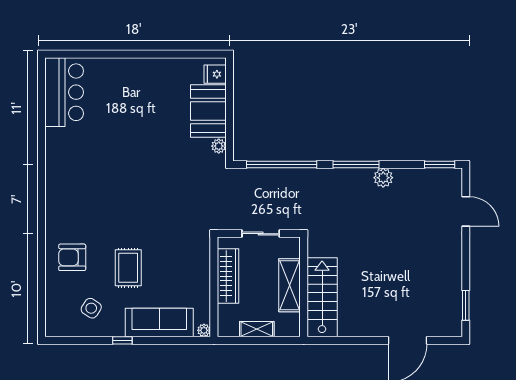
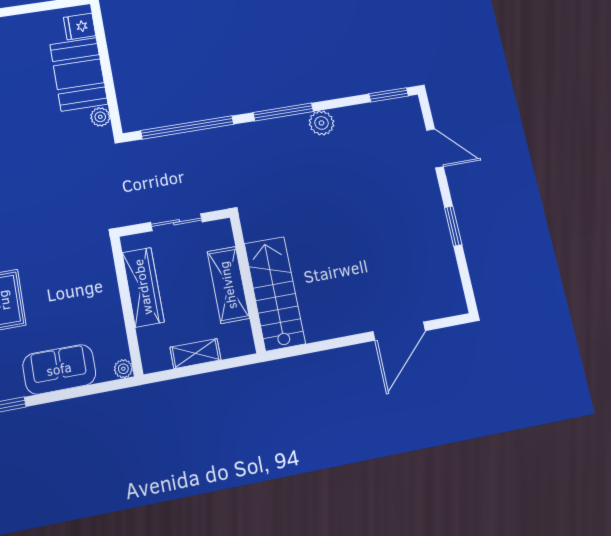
window: (466, 305) -> (453, 226), moved
sofa: (159, 323) -> (59, 369), width x0.73

